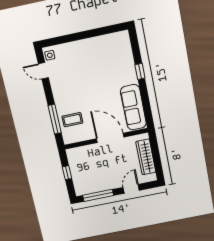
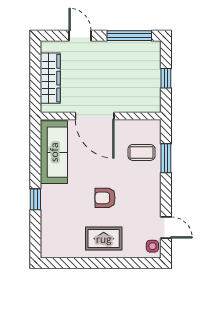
rug: (86, 53) -> (104, 239), added
armchair: (91, 83) -> (105, 198), added
window: (55, 119) -> (166, 158), width x0.69
door: (131, 189) -> (80, 36), swing flipped

